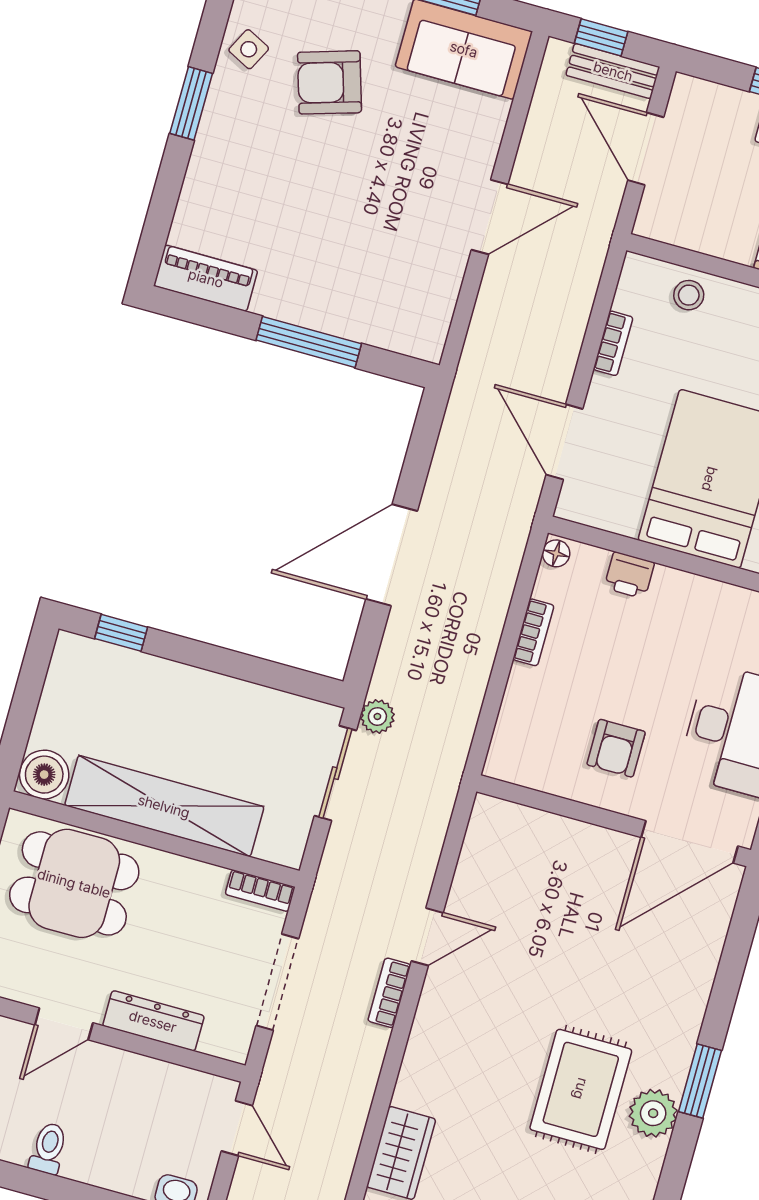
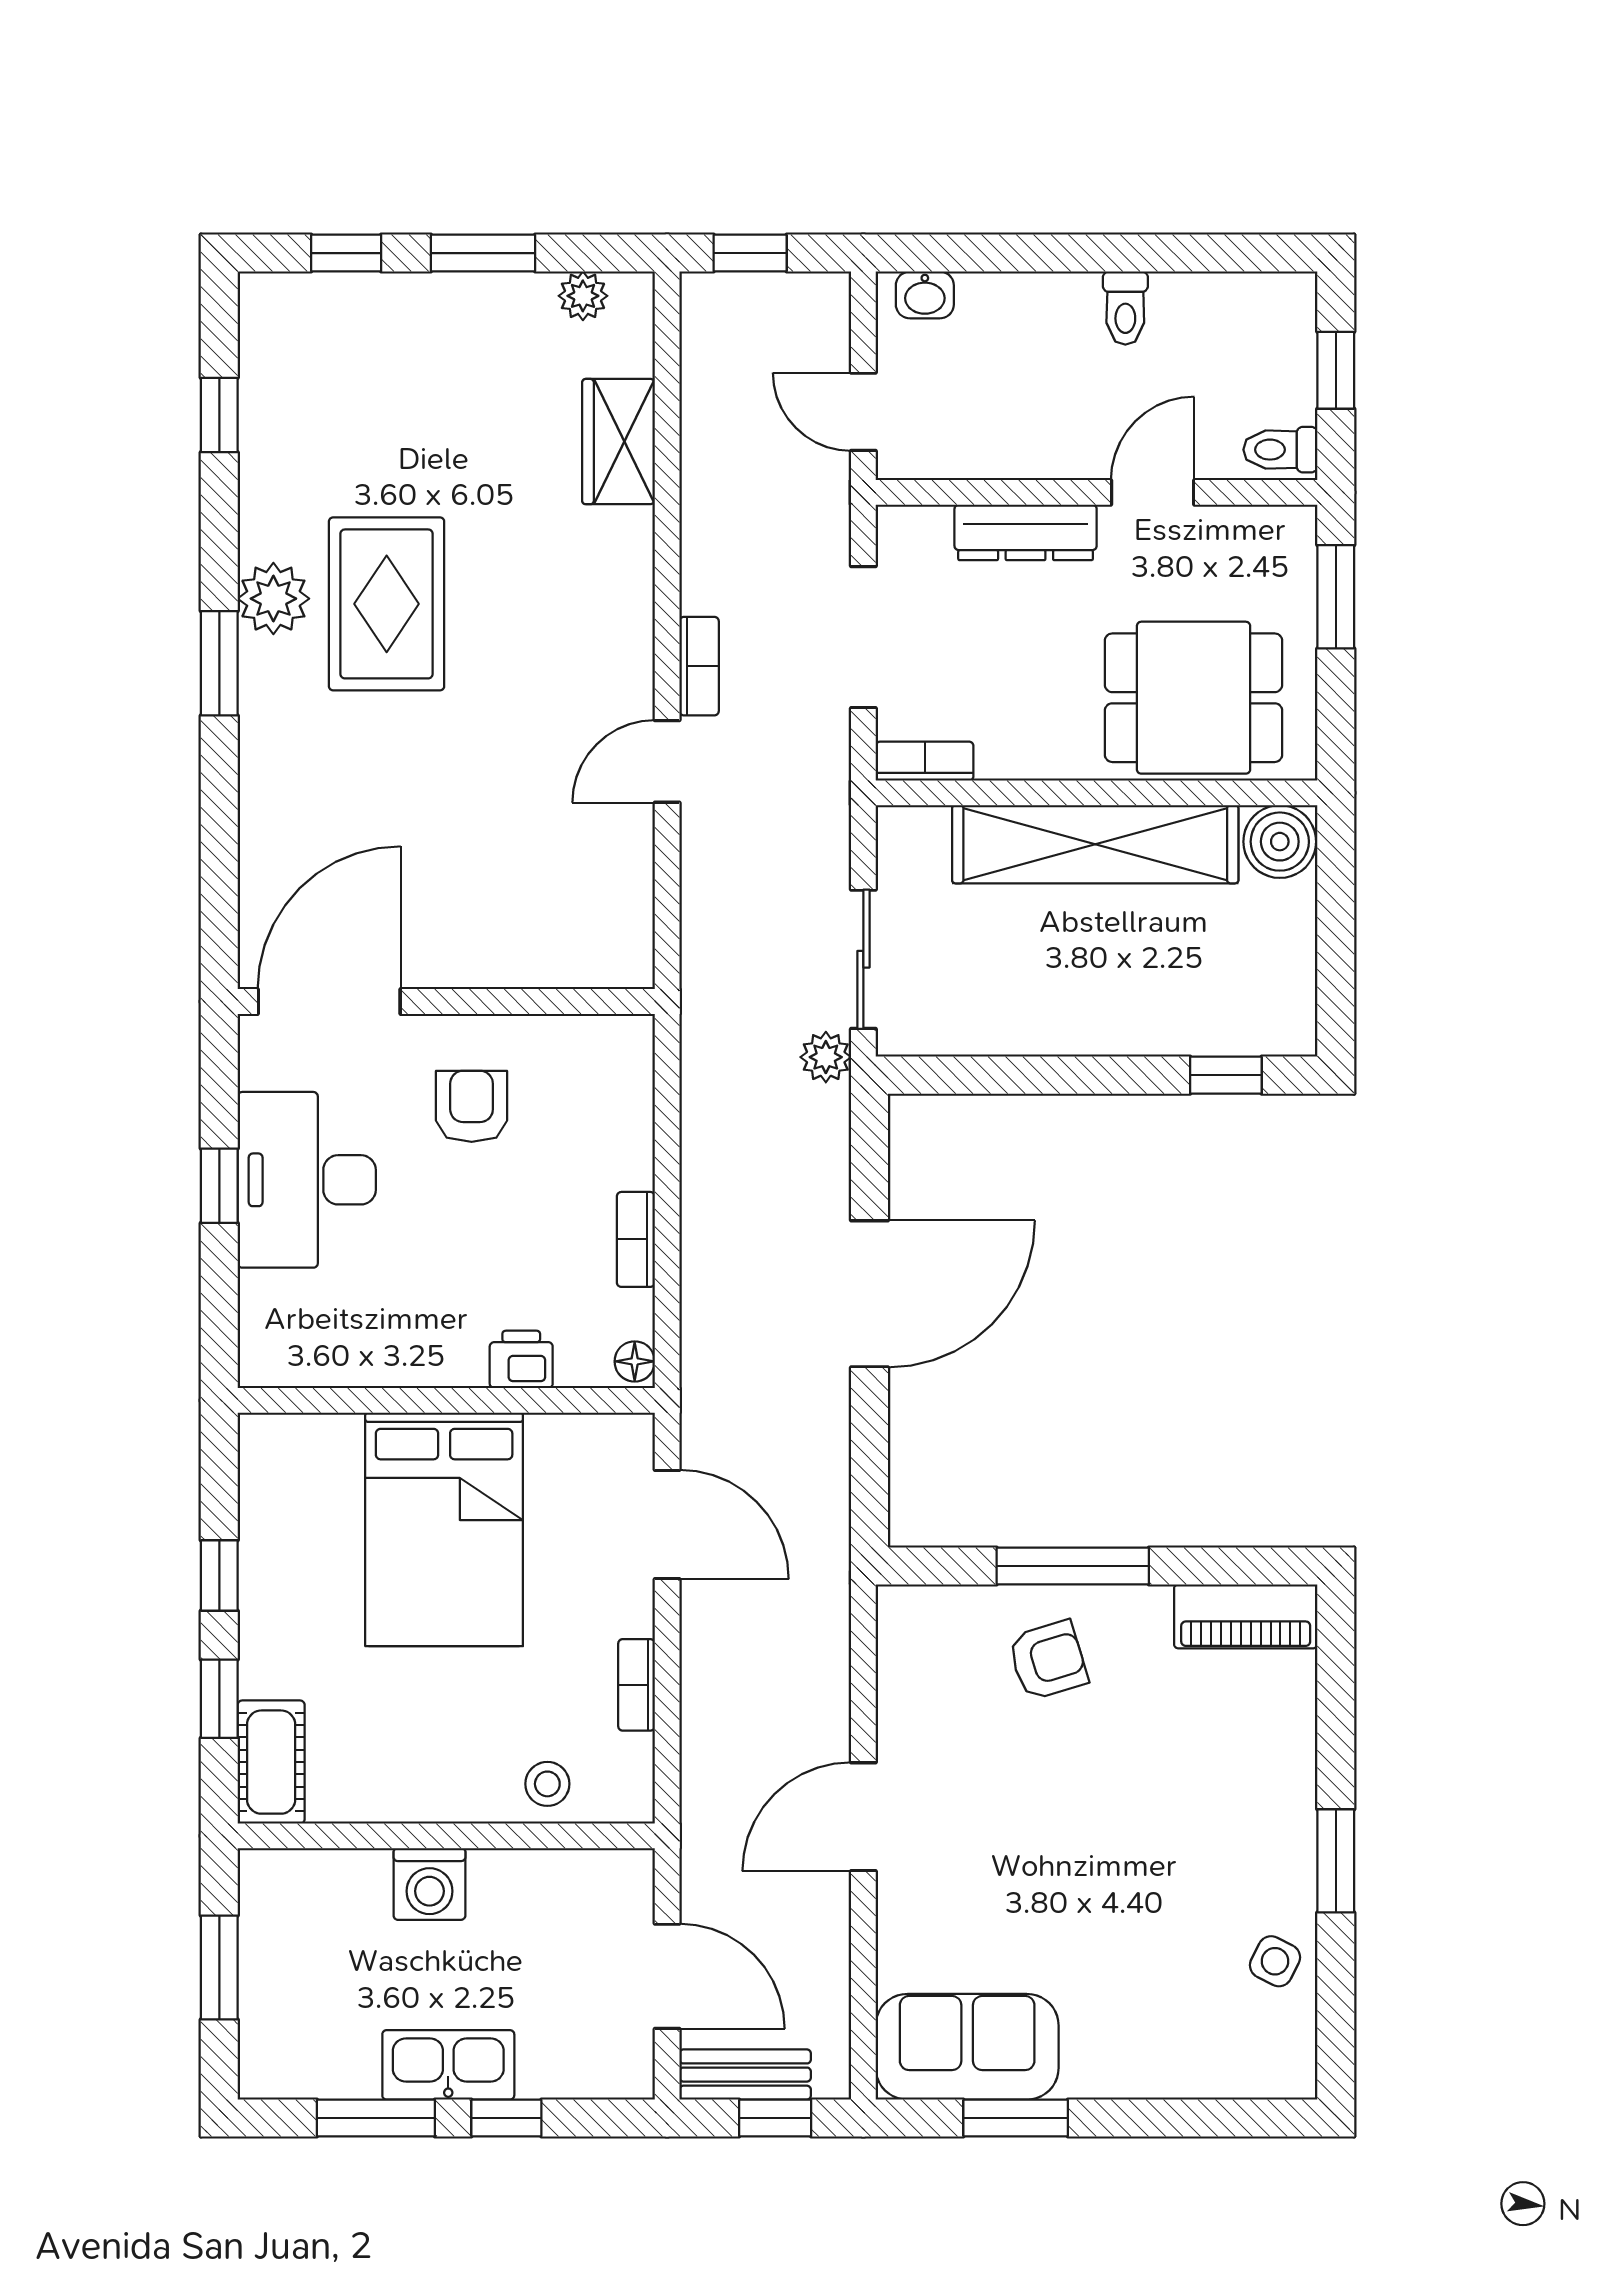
armchair: (329, 82) -> (1048, 1660), moved, width x0.72, depth x0.72

